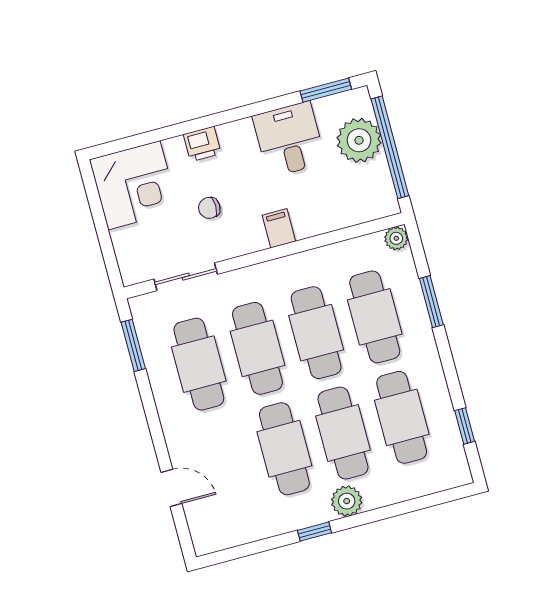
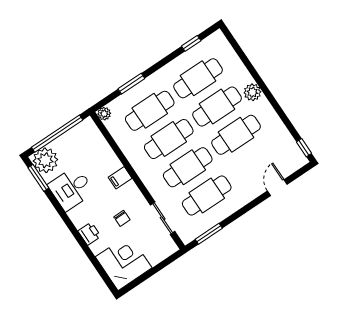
plant: (359, 140) -> (45, 160), moved
window: (314, 532) -> (304, 148), moved

